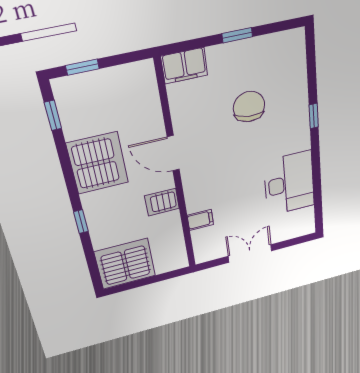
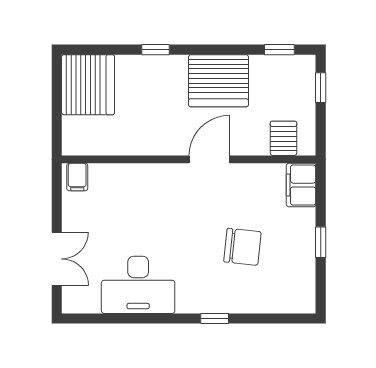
server rack: (162, 202) -> (283, 138), moved
filing cabinet: (200, 220) -> (77, 177), moved
double door: (250, 253) -> (57, 259), moved

